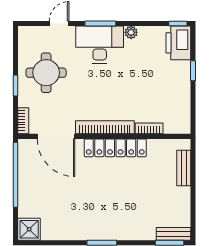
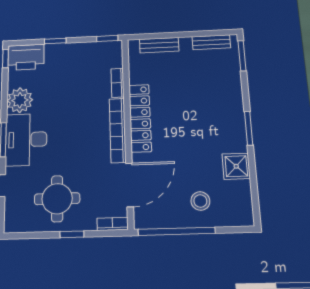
plant: (131, 32) -> (20, 100), width x1.88, depth x1.88
window: (193, 120) -> (107, 38), added
stool: (40, 197) -> (200, 201), added
shower: (29, 229) -> (236, 166), moved
bench: (173, 234) -> (211, 42), moved, turned 90

